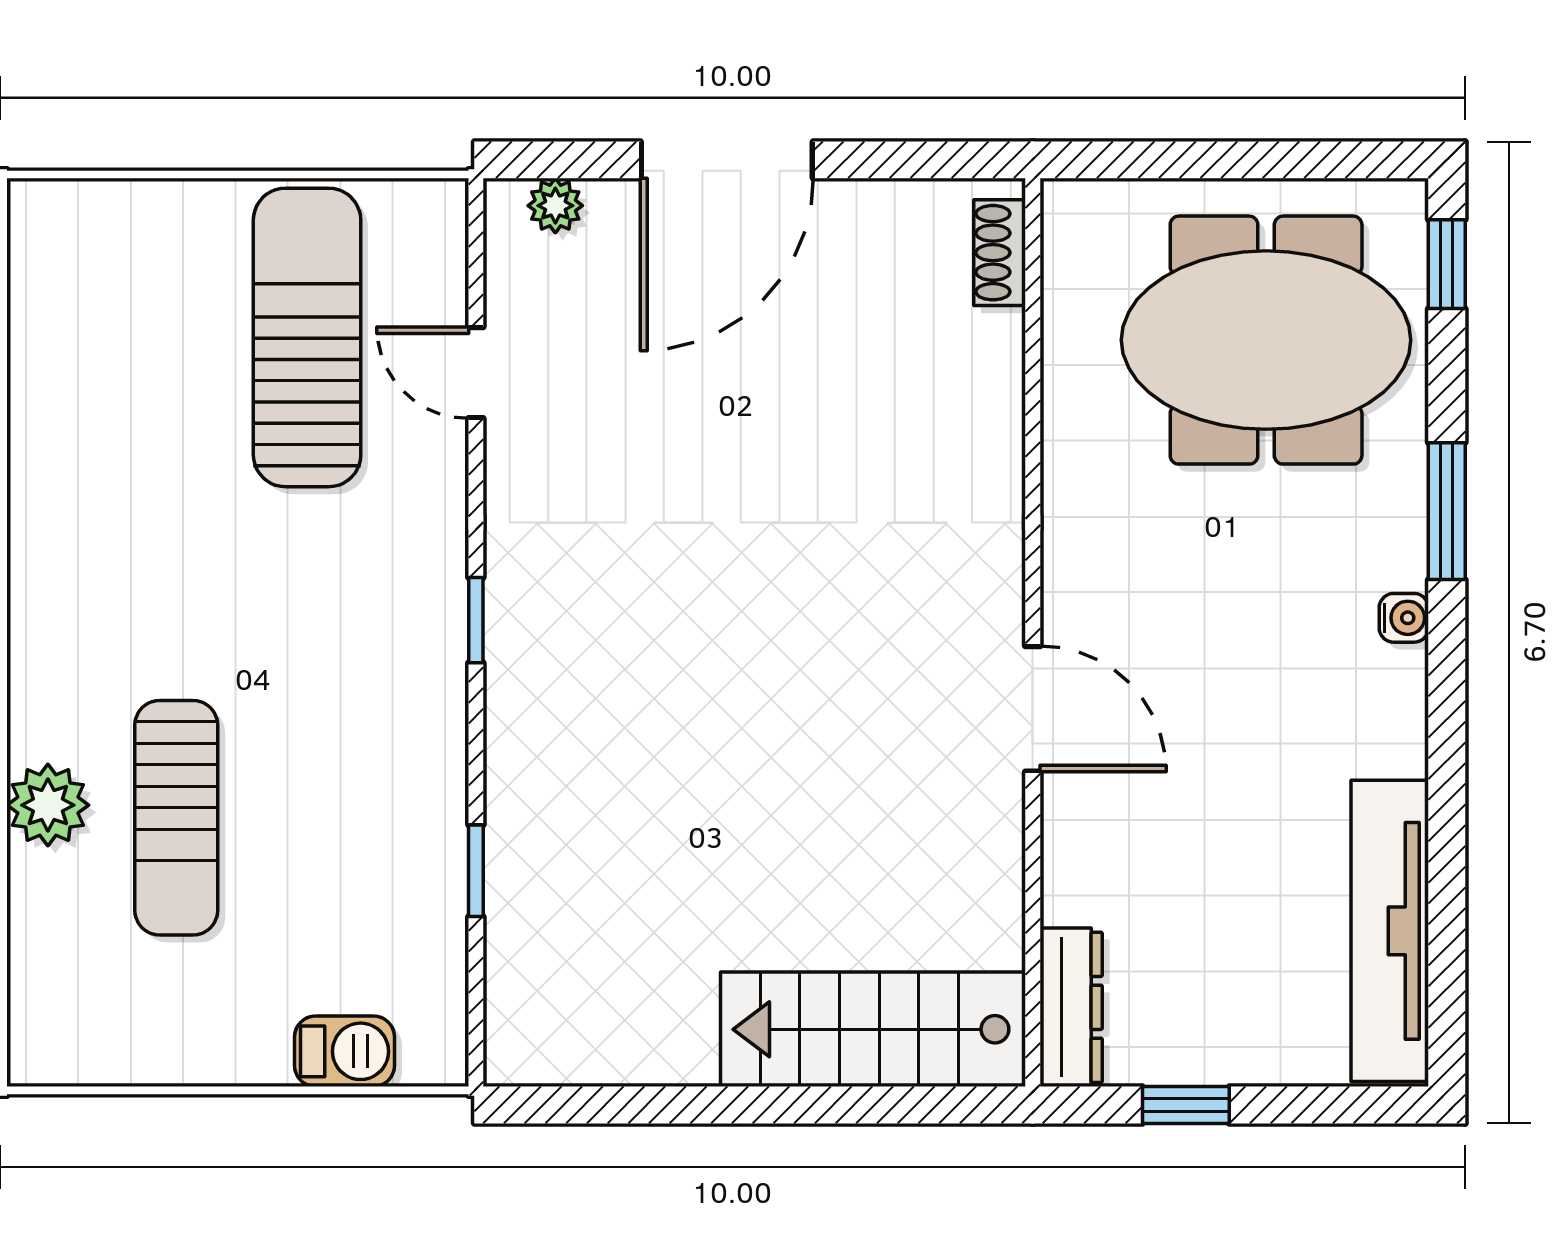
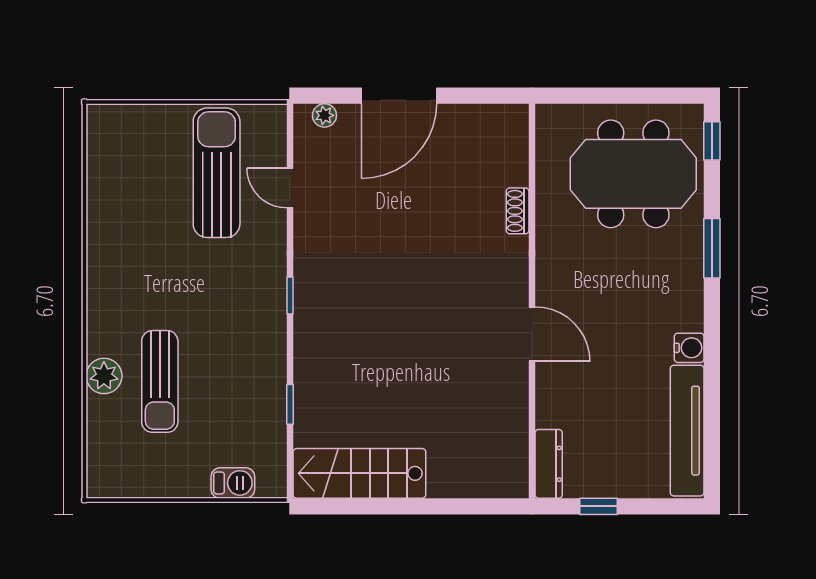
shoe rack: (1000, 253) -> (518, 211), moved
water cooler: (1404, 618) -> (689, 348), moved, width x1.38, depth x1.38
stairs: (873, 1029) -> (359, 473), moved

